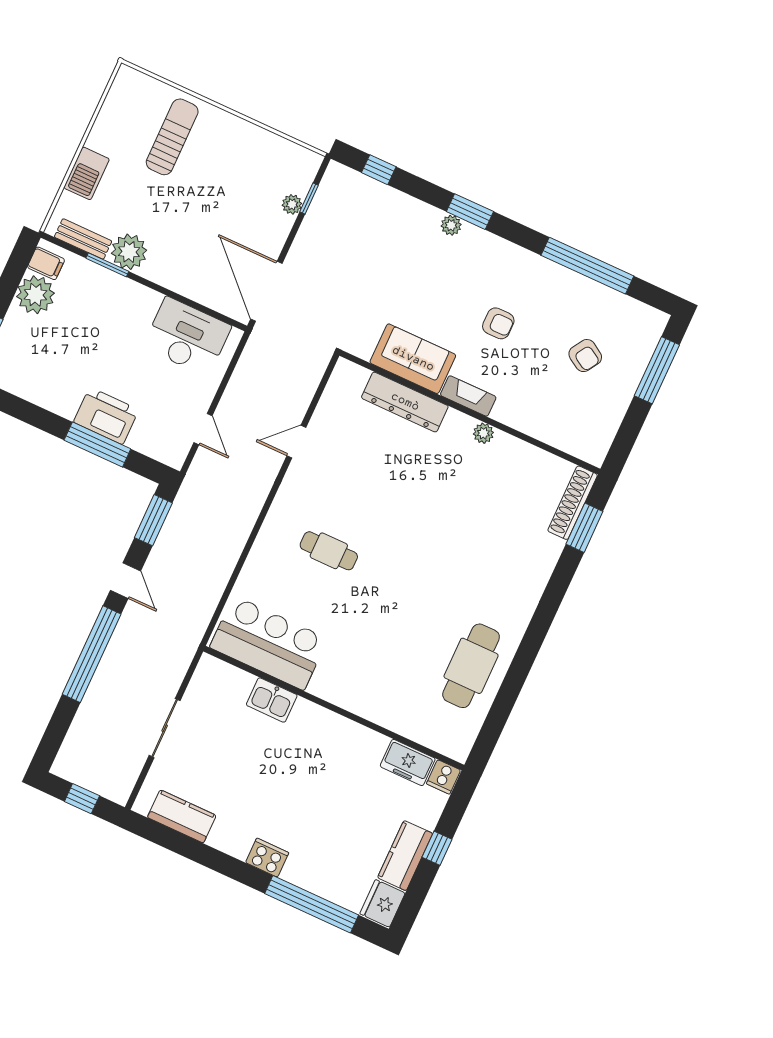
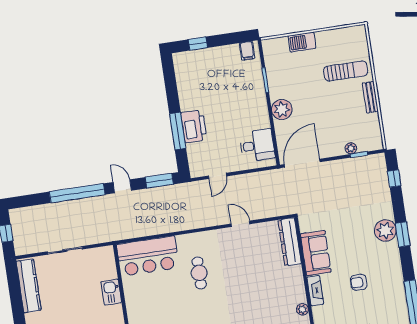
plant: (451, 225) -> (385, 230), width x1.87, depth x1.87
bench: (83, 239) -> (370, 97), moved
plant: (129, 252) -> (282, 109), moved
plant: (36, 295) -> (229, 56), removed
armchair: (498, 323) -> (359, 282), turned 90
desk: (187, 337) -> (257, 145), width x0.73
dresser: (405, 402) -> (290, 242), moved
door: (125, 581) -> (122, 186), swing flipped
bar counter: (269, 643) -> (148, 256), moved, turned 90
kitchen counter: (182, 816) -> (29, 286), width x1.50

